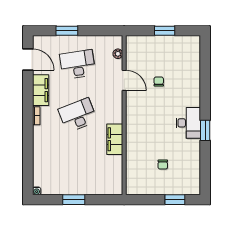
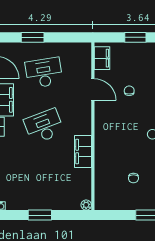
filing cabinet: (133, 50) -> (102, 58), added
plant: (118, 54) -> (86, 205), moved

